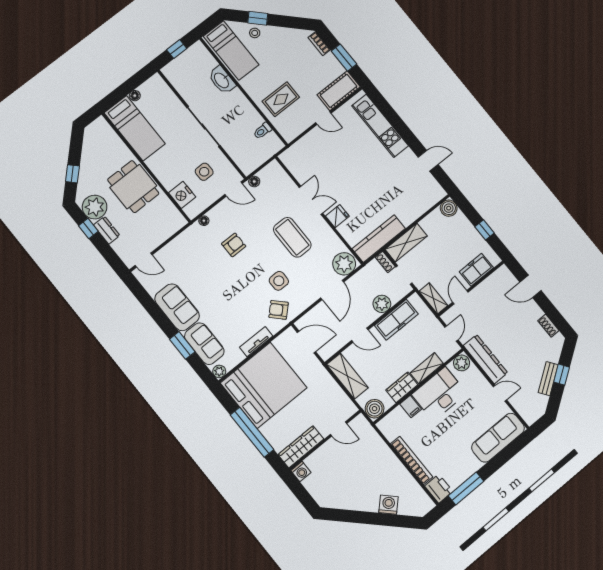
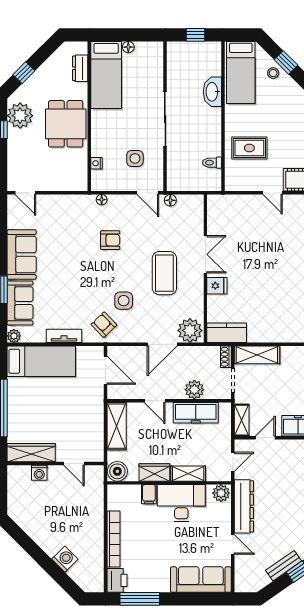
nightstand: (182, 195) -> (97, 163), width x0.53, depth x0.56
dresser: (107, 230) -> (80, 68), moved, turned 180
kitchen counter: (379, 239) -> (227, 333), width x0.67
bed: (264, 385) -> (41, 361), width x0.49
washing machine: (301, 472) -> (39, 473), moved

